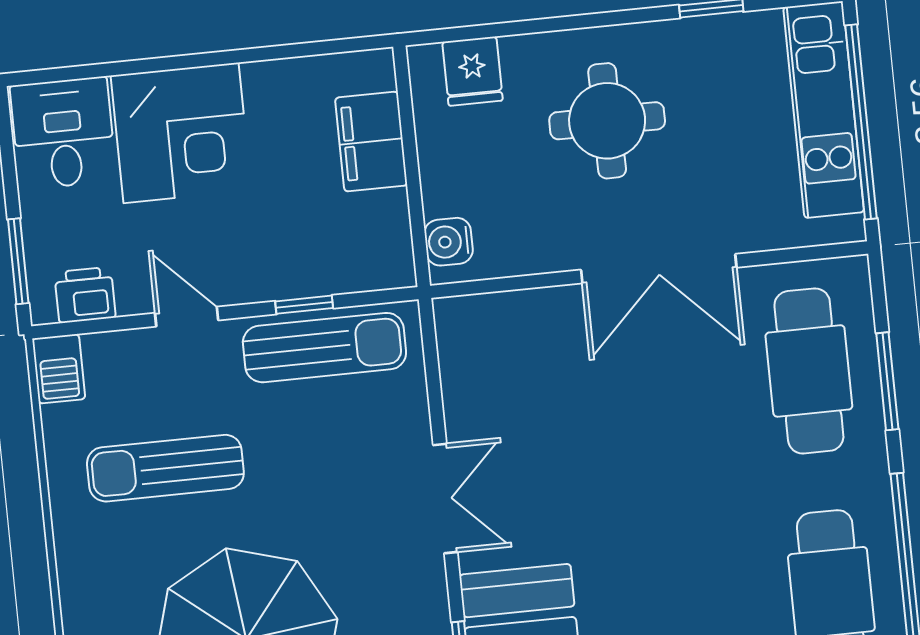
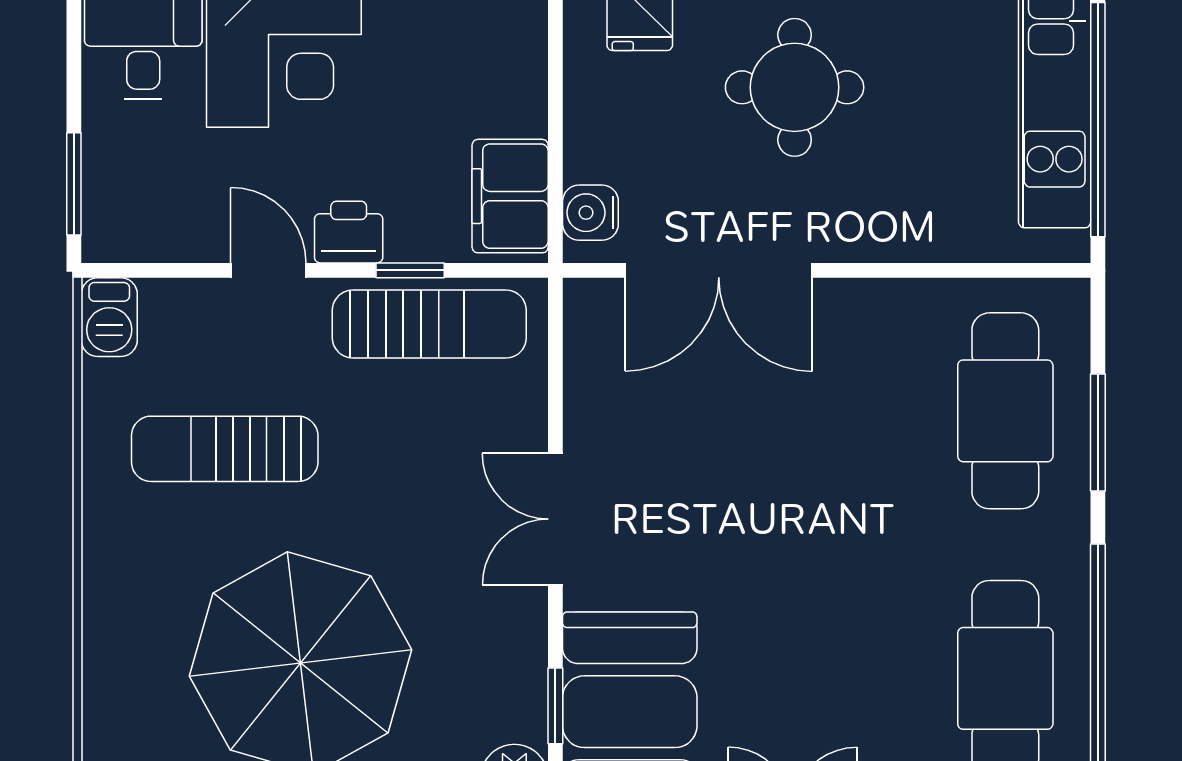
filing cabinet: (371, 142) -> (510, 196), moved
double door: (659, 269) -> (719, 270), moved
printer: (85, 295) -> (349, 232), moved
double door: (445, 499) -> (555, 519), swing flipped

